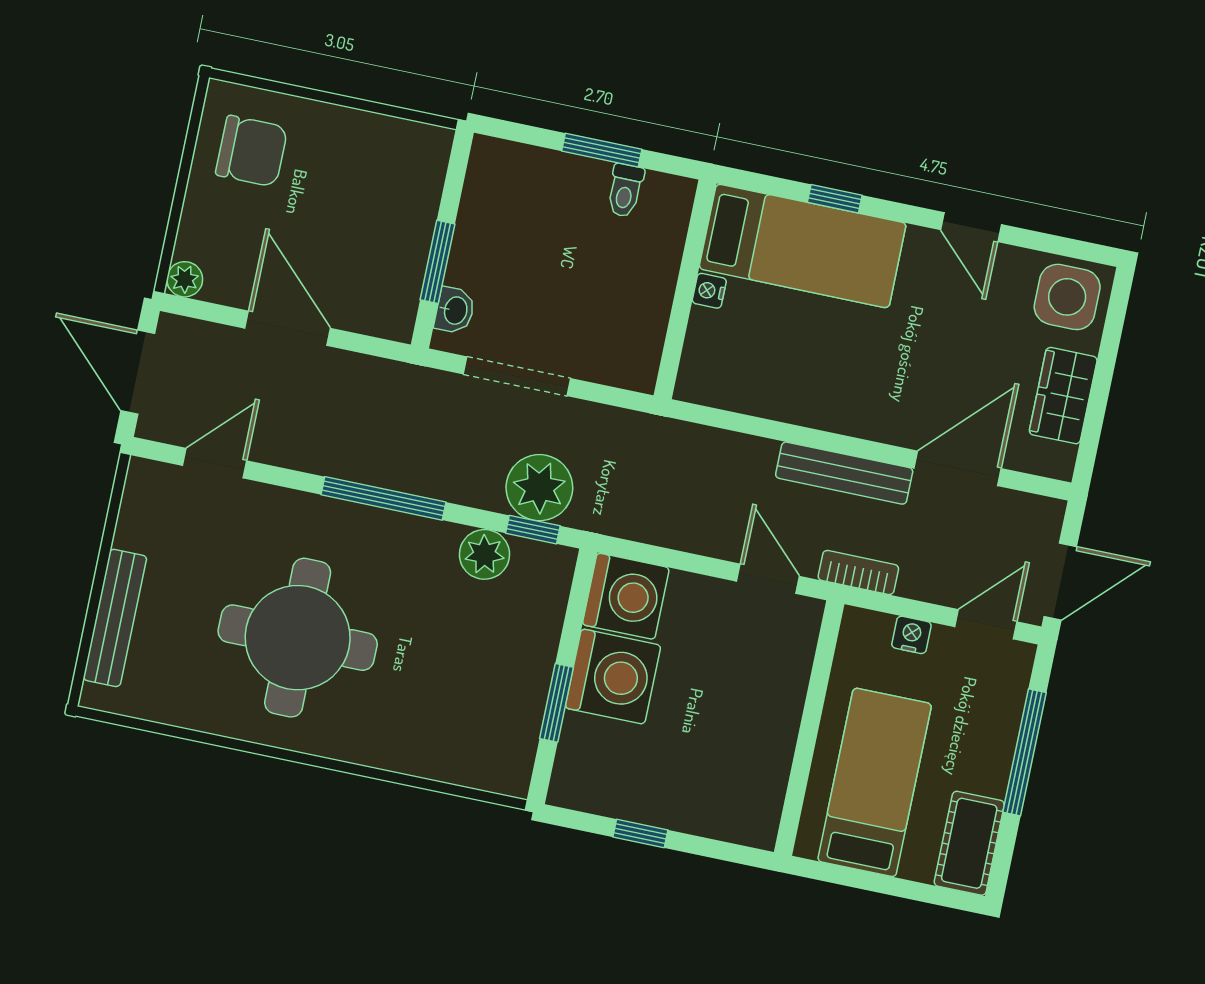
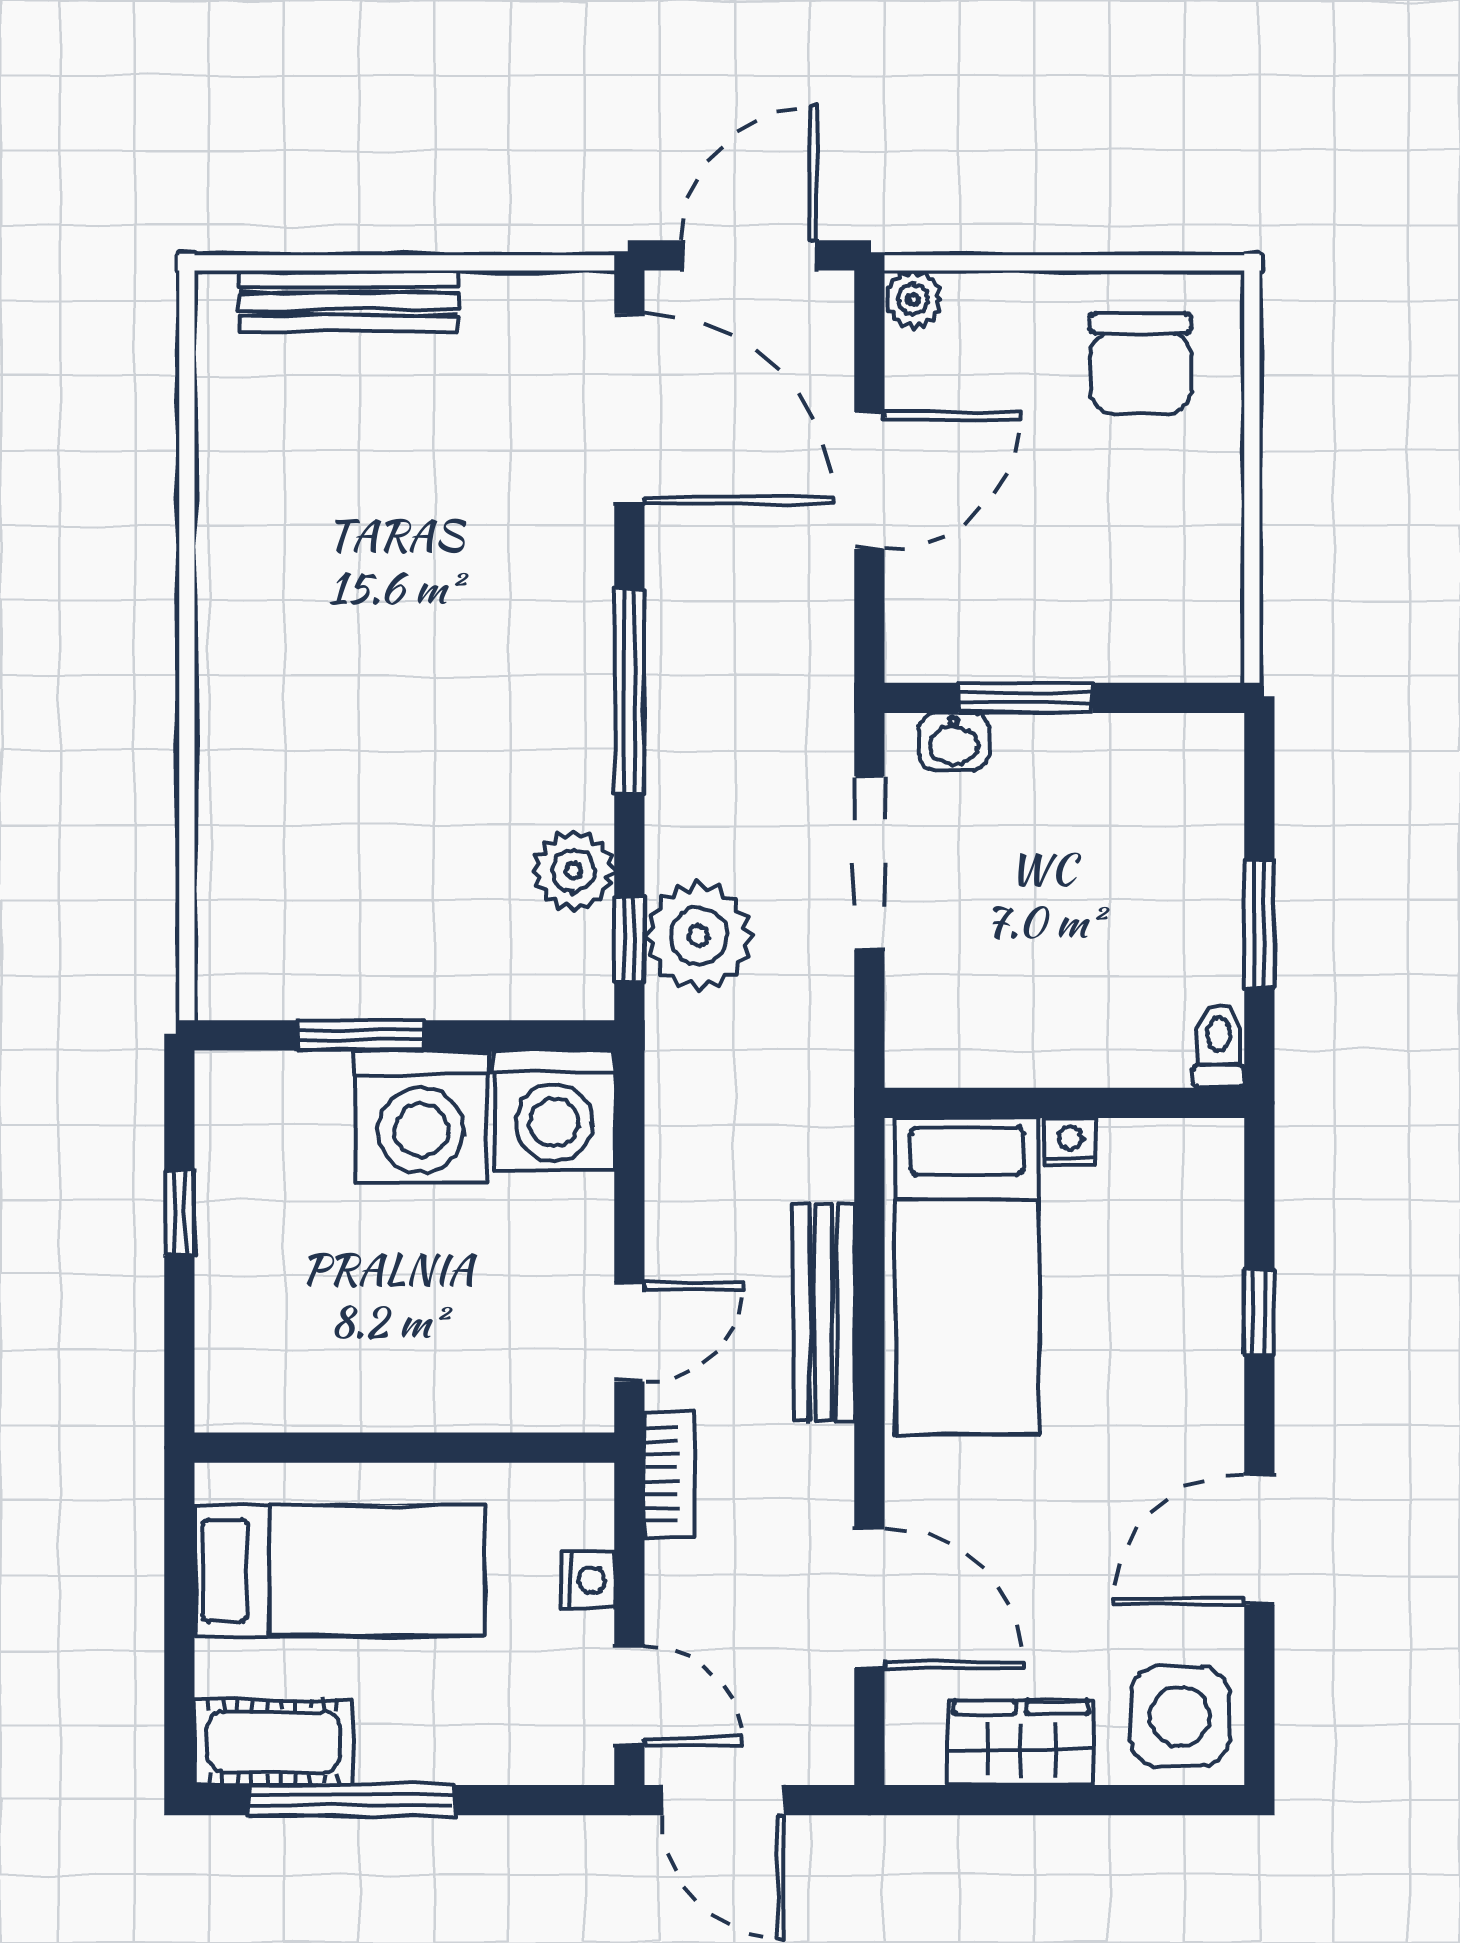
toilet: (625, 190) -> (1219, 1046), moved, turned 90
door: (971, 227) -> (1259, 1539), width x1.38
bed: (803, 246) -> (967, 1276), moved
door: (215, 463) -> (629, 409), width x1.88
bench: (844, 473) -> (824, 1313), moved
round table: (298, 638) -> (378, 600), removed
window: (1025, 752) -> (352, 1800), moved

